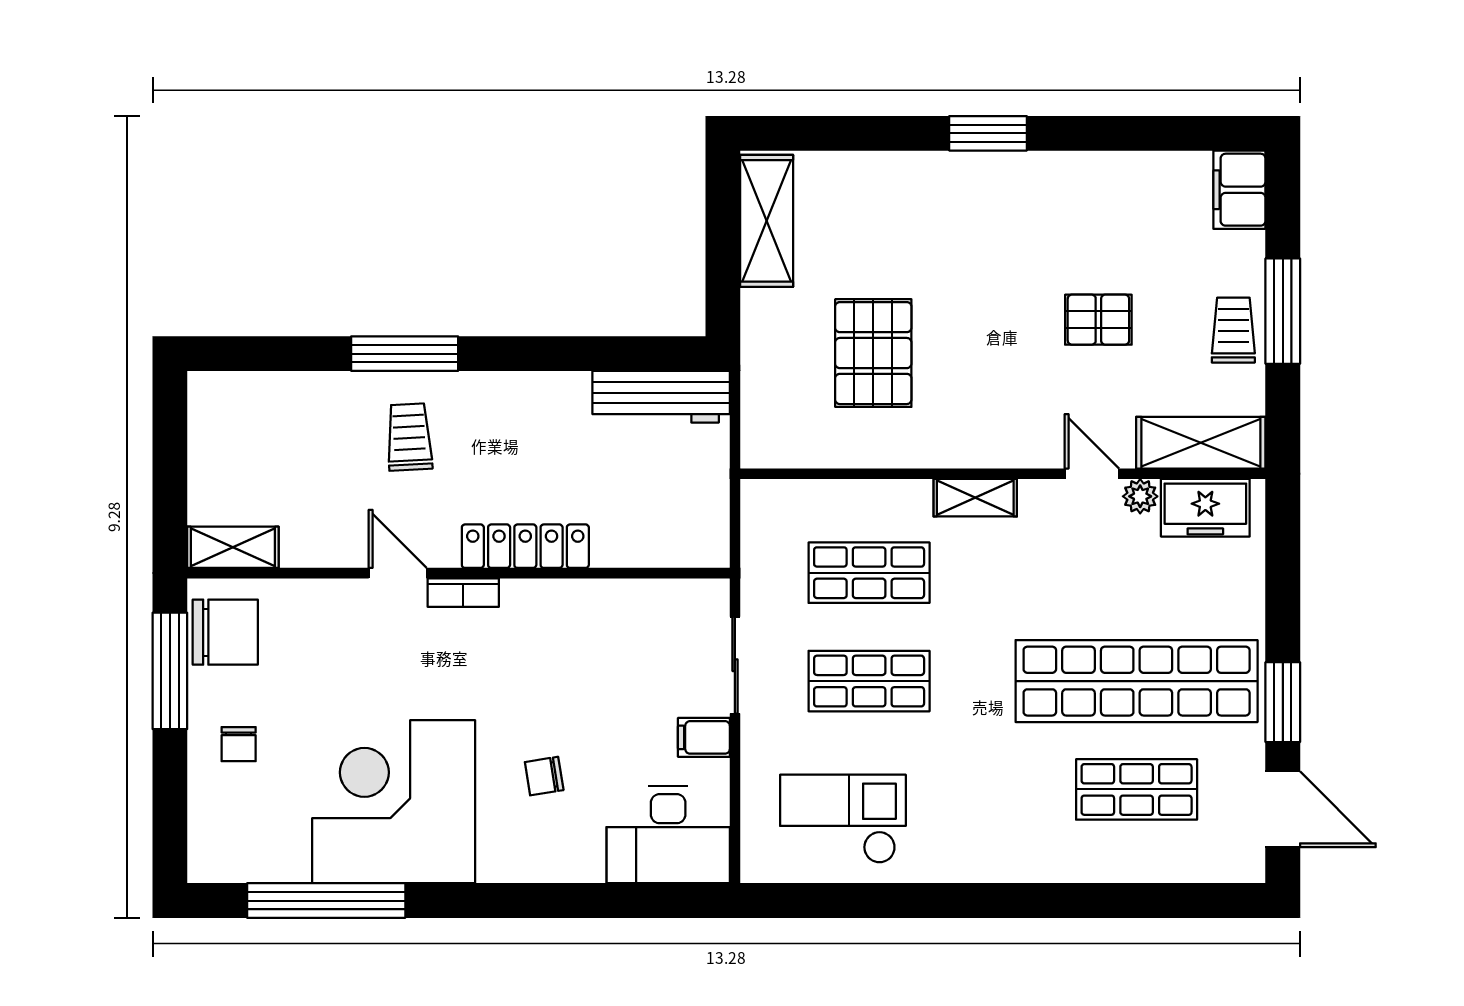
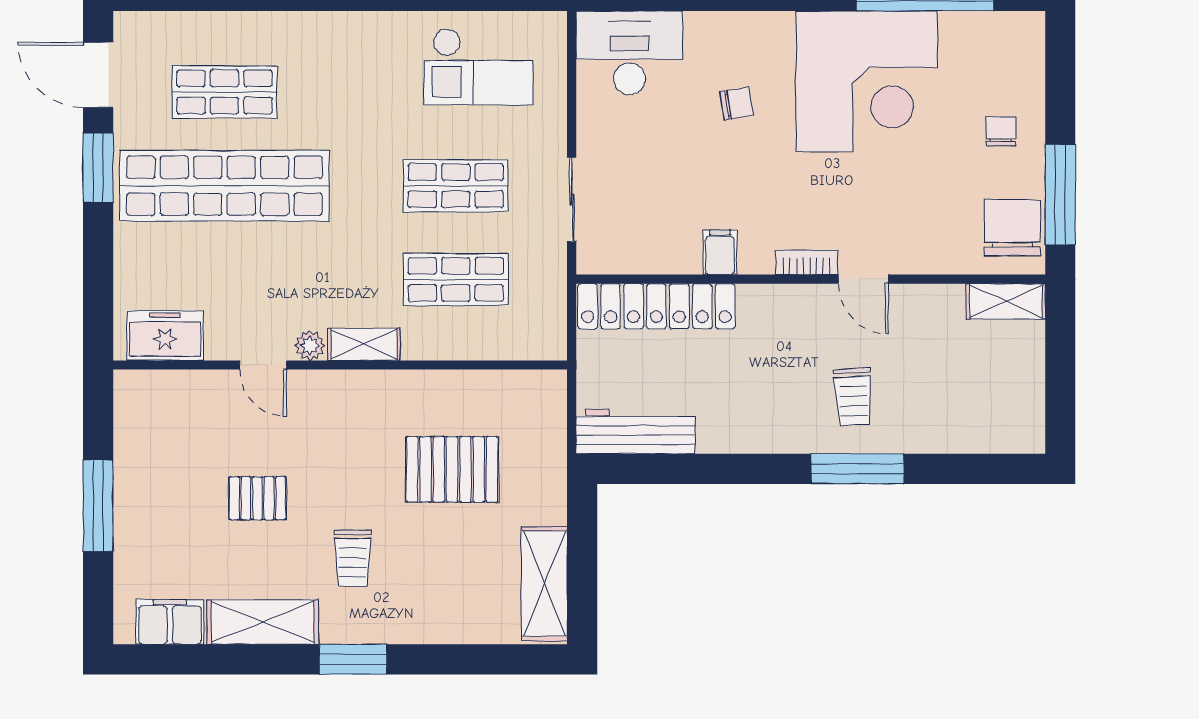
filing cabinet: (1239, 190) -> (170, 622), moved, turned -90
trolley: (1233, 330) -> (353, 558), moved
pallet: (873, 353) -> (452, 469), turned 90
shelving: (1201, 443) -> (263, 622), moved
plant: (1140, 496) -> (310, 346), moved
locker: (525, 546) -> (656, 306), moved, width x1.41, depth x1.21
chair: (225, 632) -> (1012, 228), turned 90
filing cabinet: (704, 737) -> (720, 252), moved, turned -90

